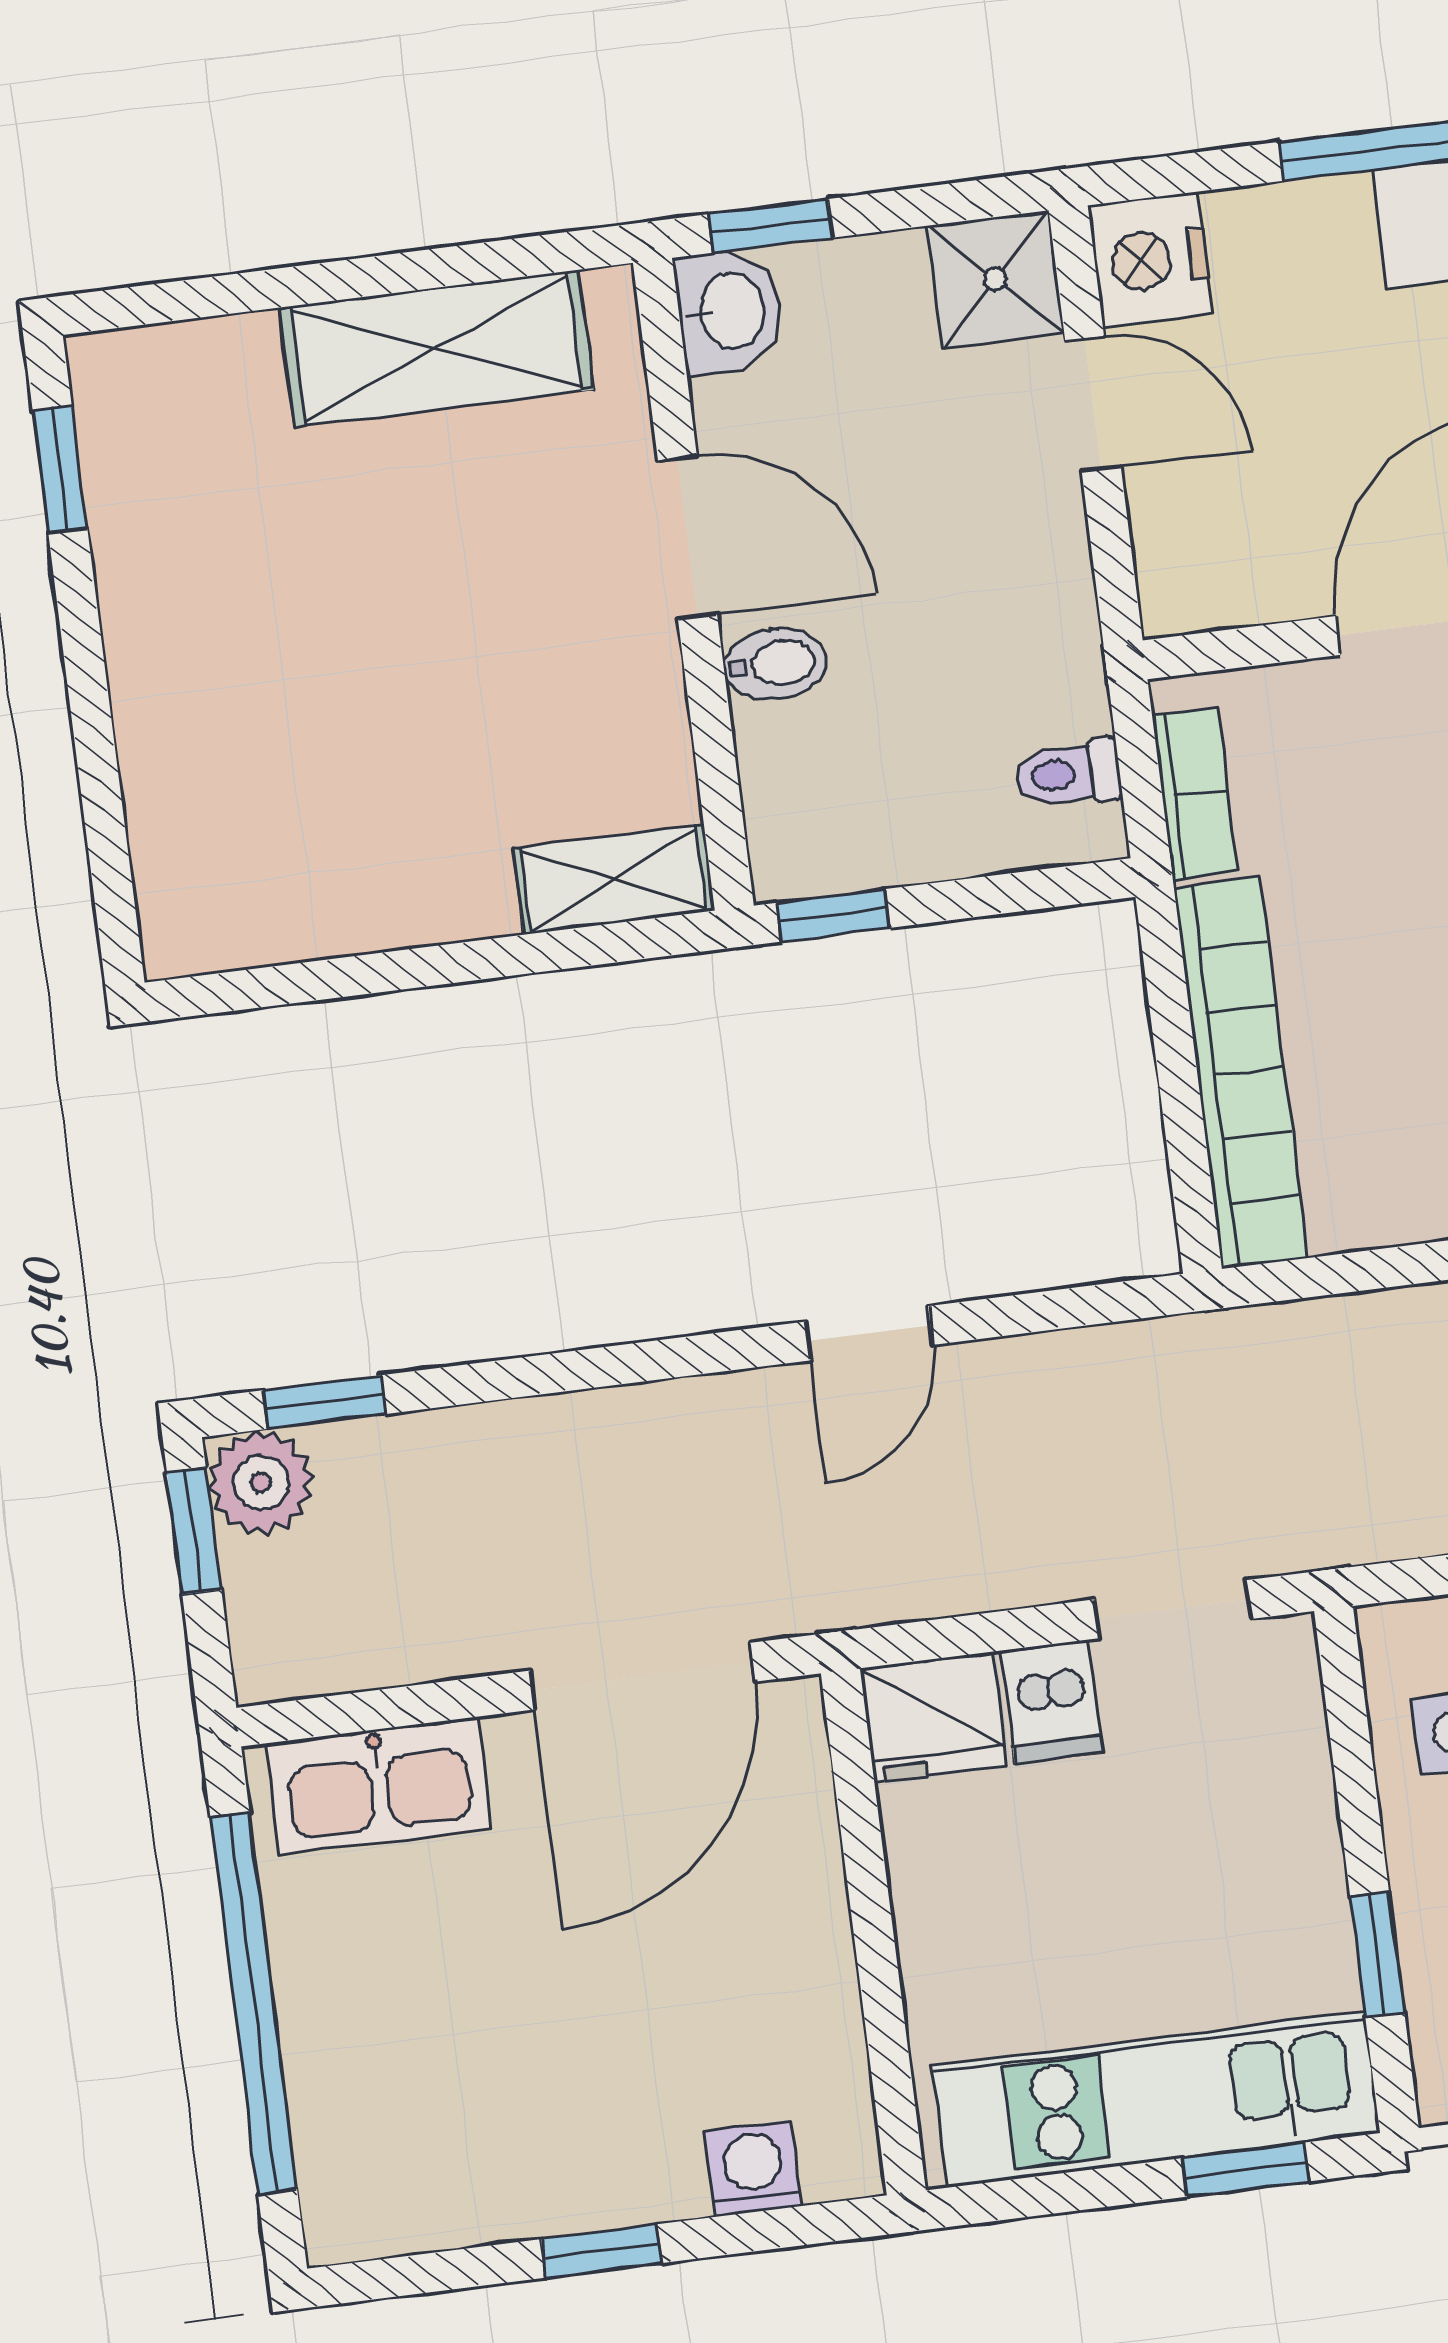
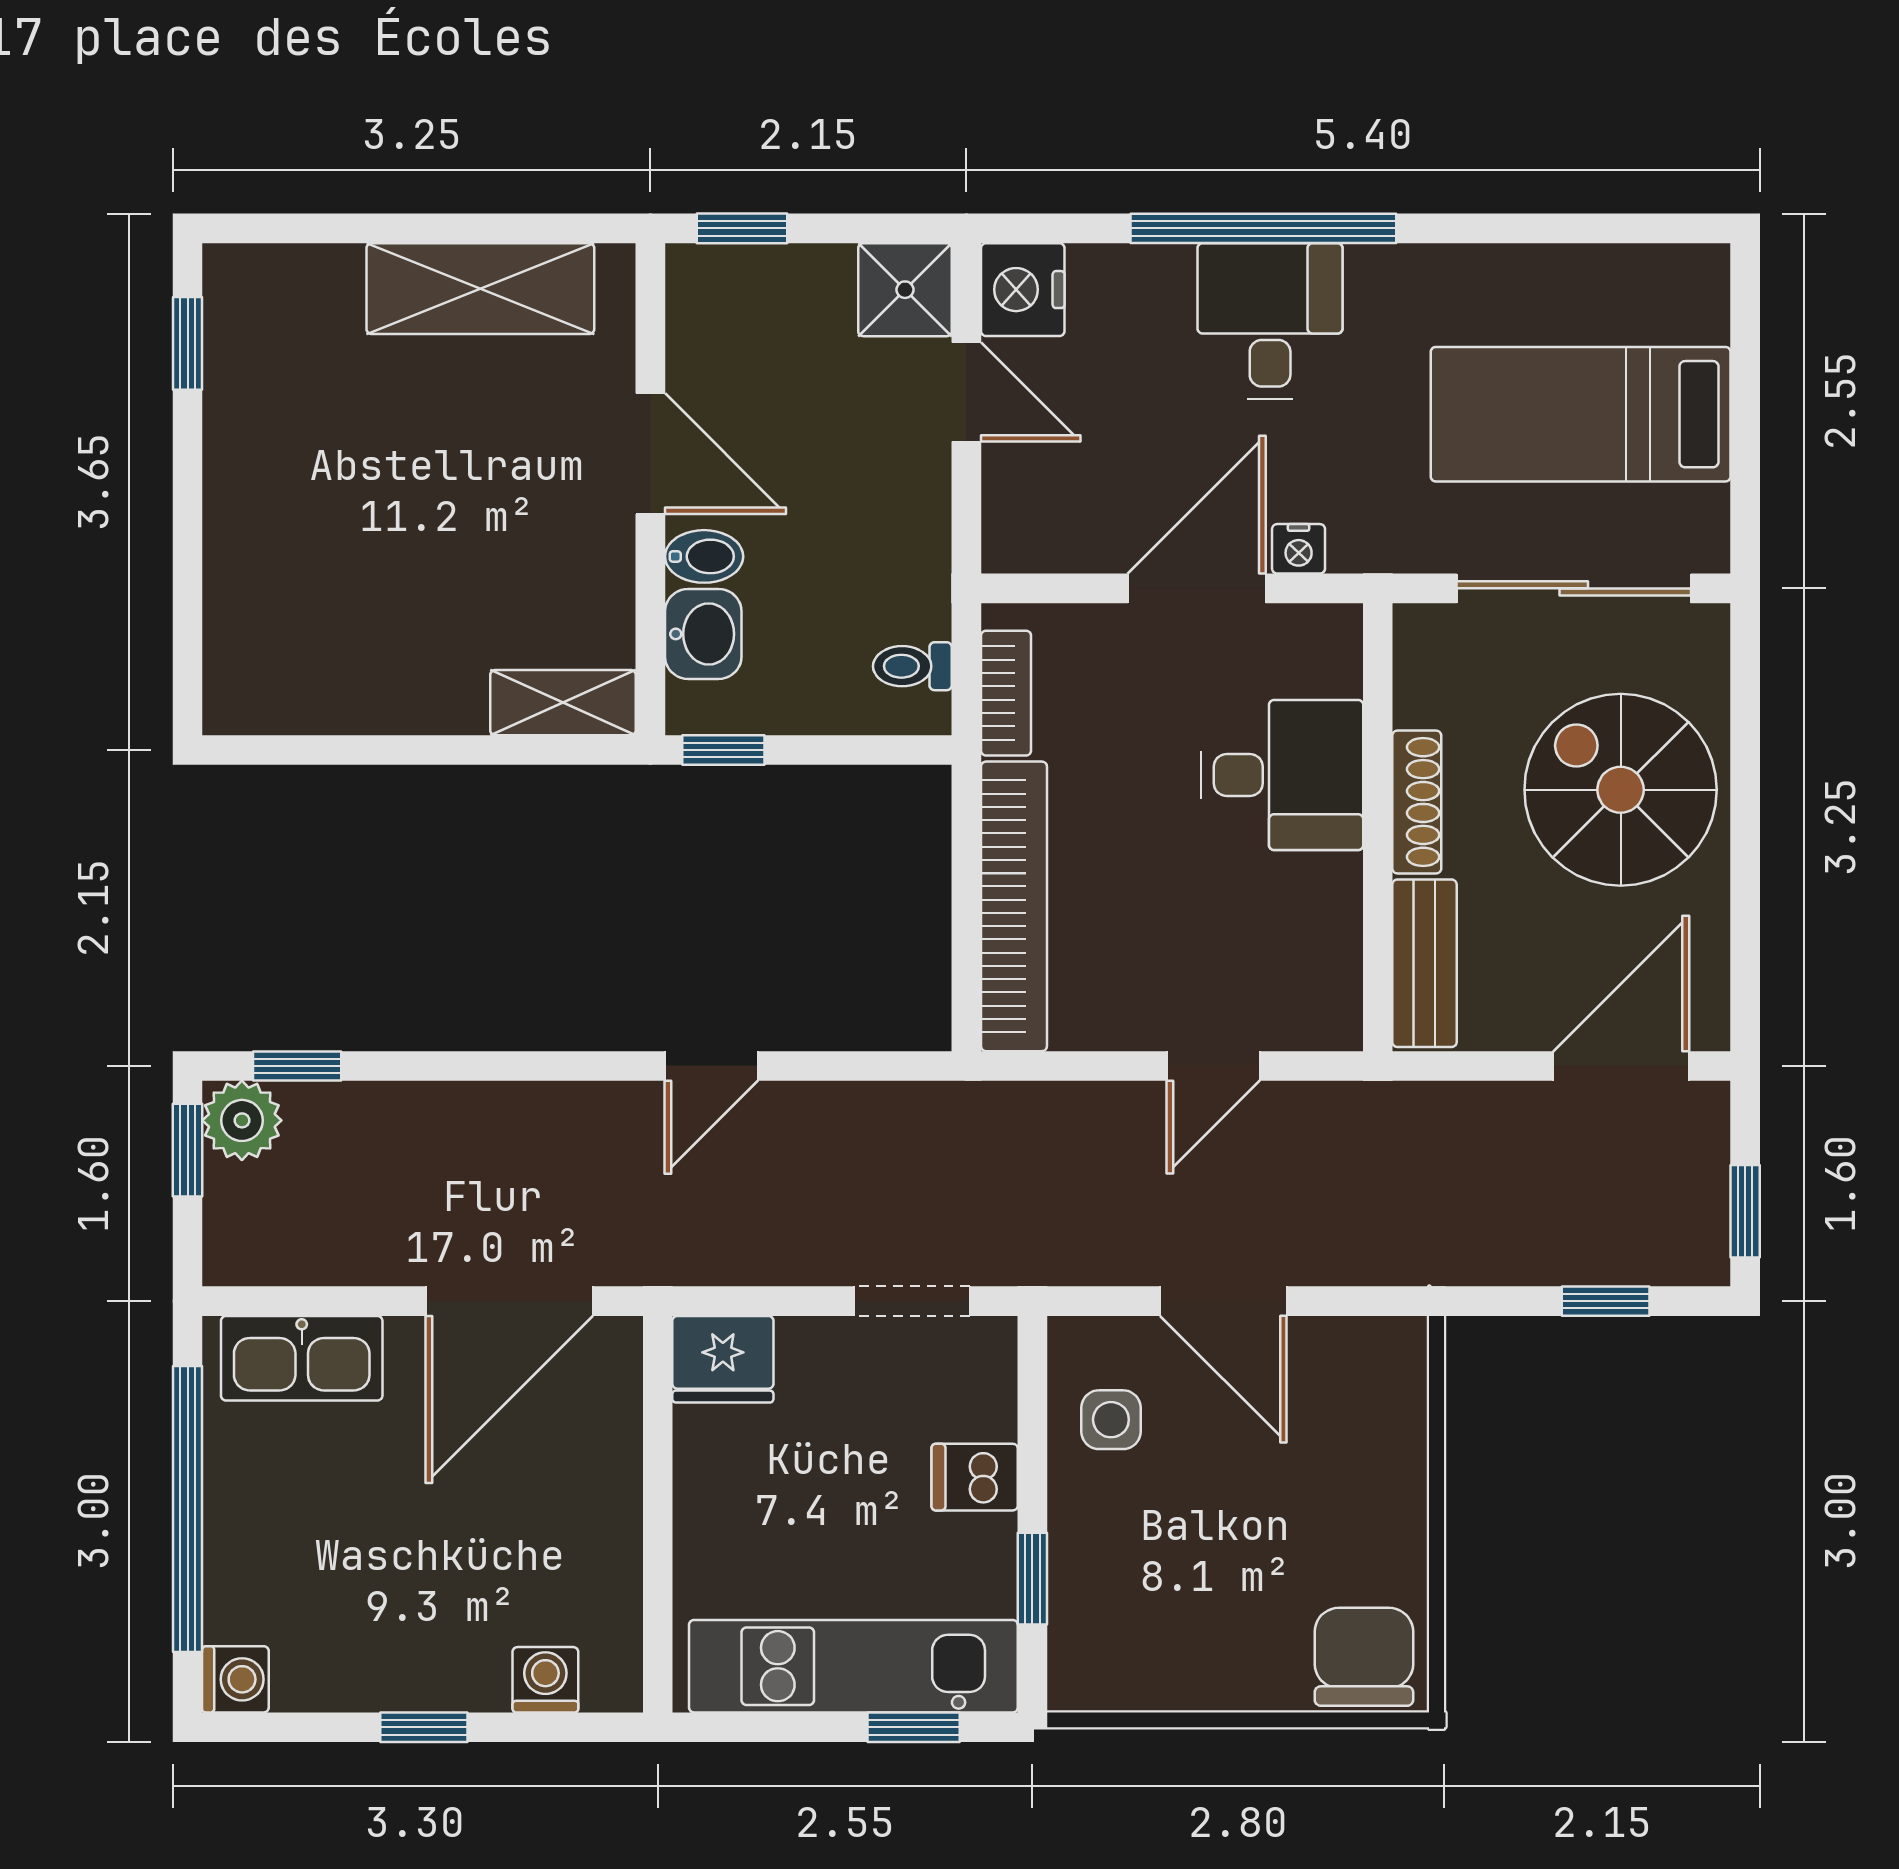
washbasin: (730, 311) -> (703, 634), moved
dishwasher: (1051, 1702) -> (975, 1477), moved, turned 90
washing machine: (345, 2219) -> (235, 1679), added

